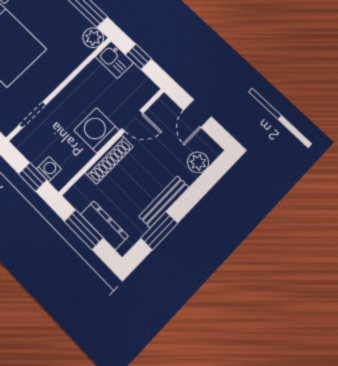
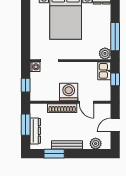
washing machine: (49, 169) -> (35, 67), moved

